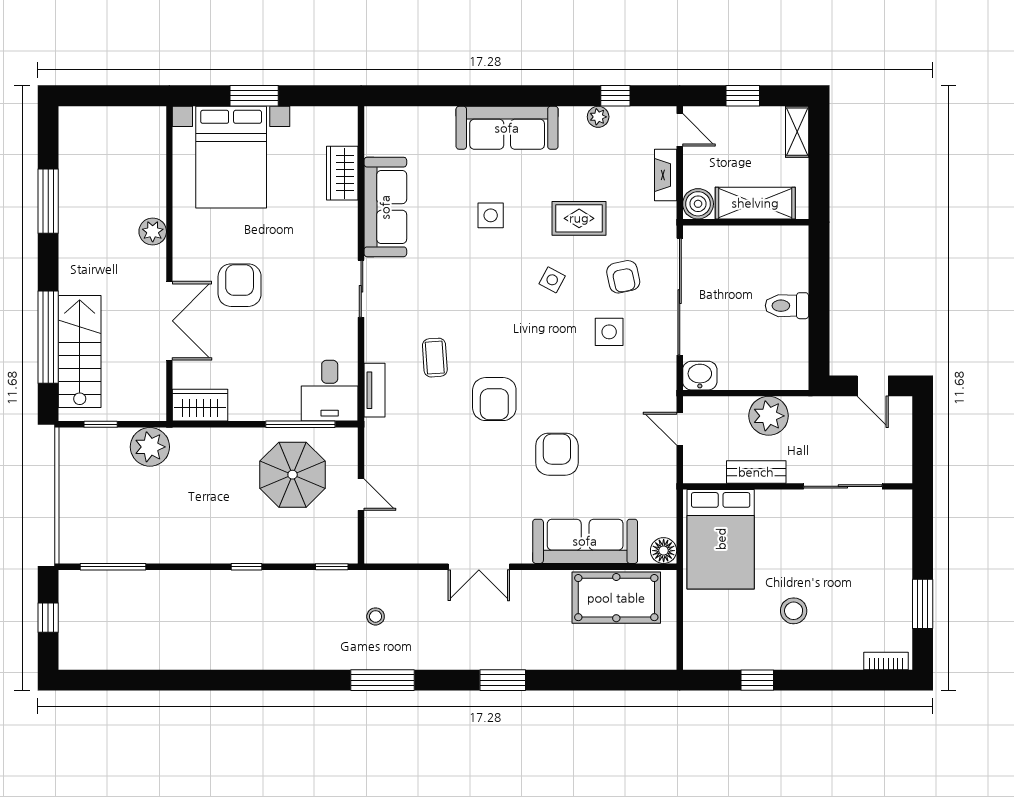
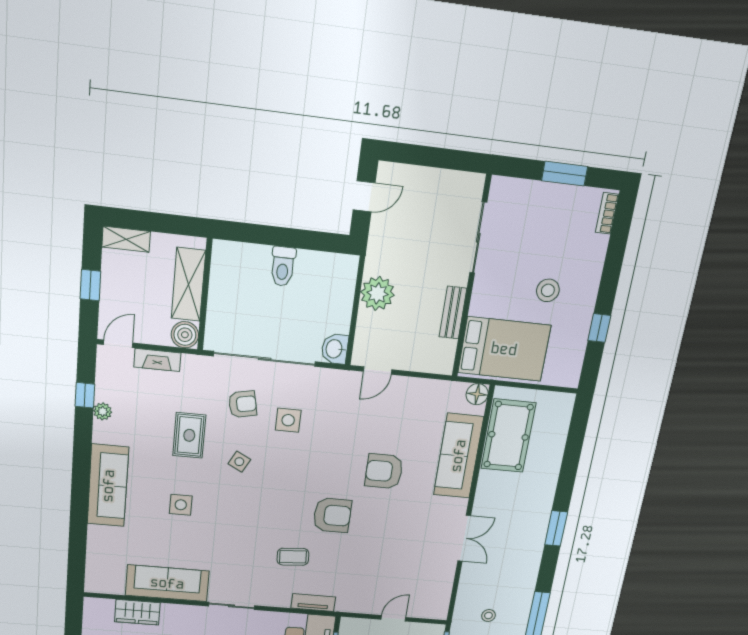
bench: (756, 472) -> (453, 313), moved
wall: (798, 486) -> (471, 278), moved
sliding door: (843, 486) -> (478, 238), moved
bed: (721, 539) -> (504, 349), moved

